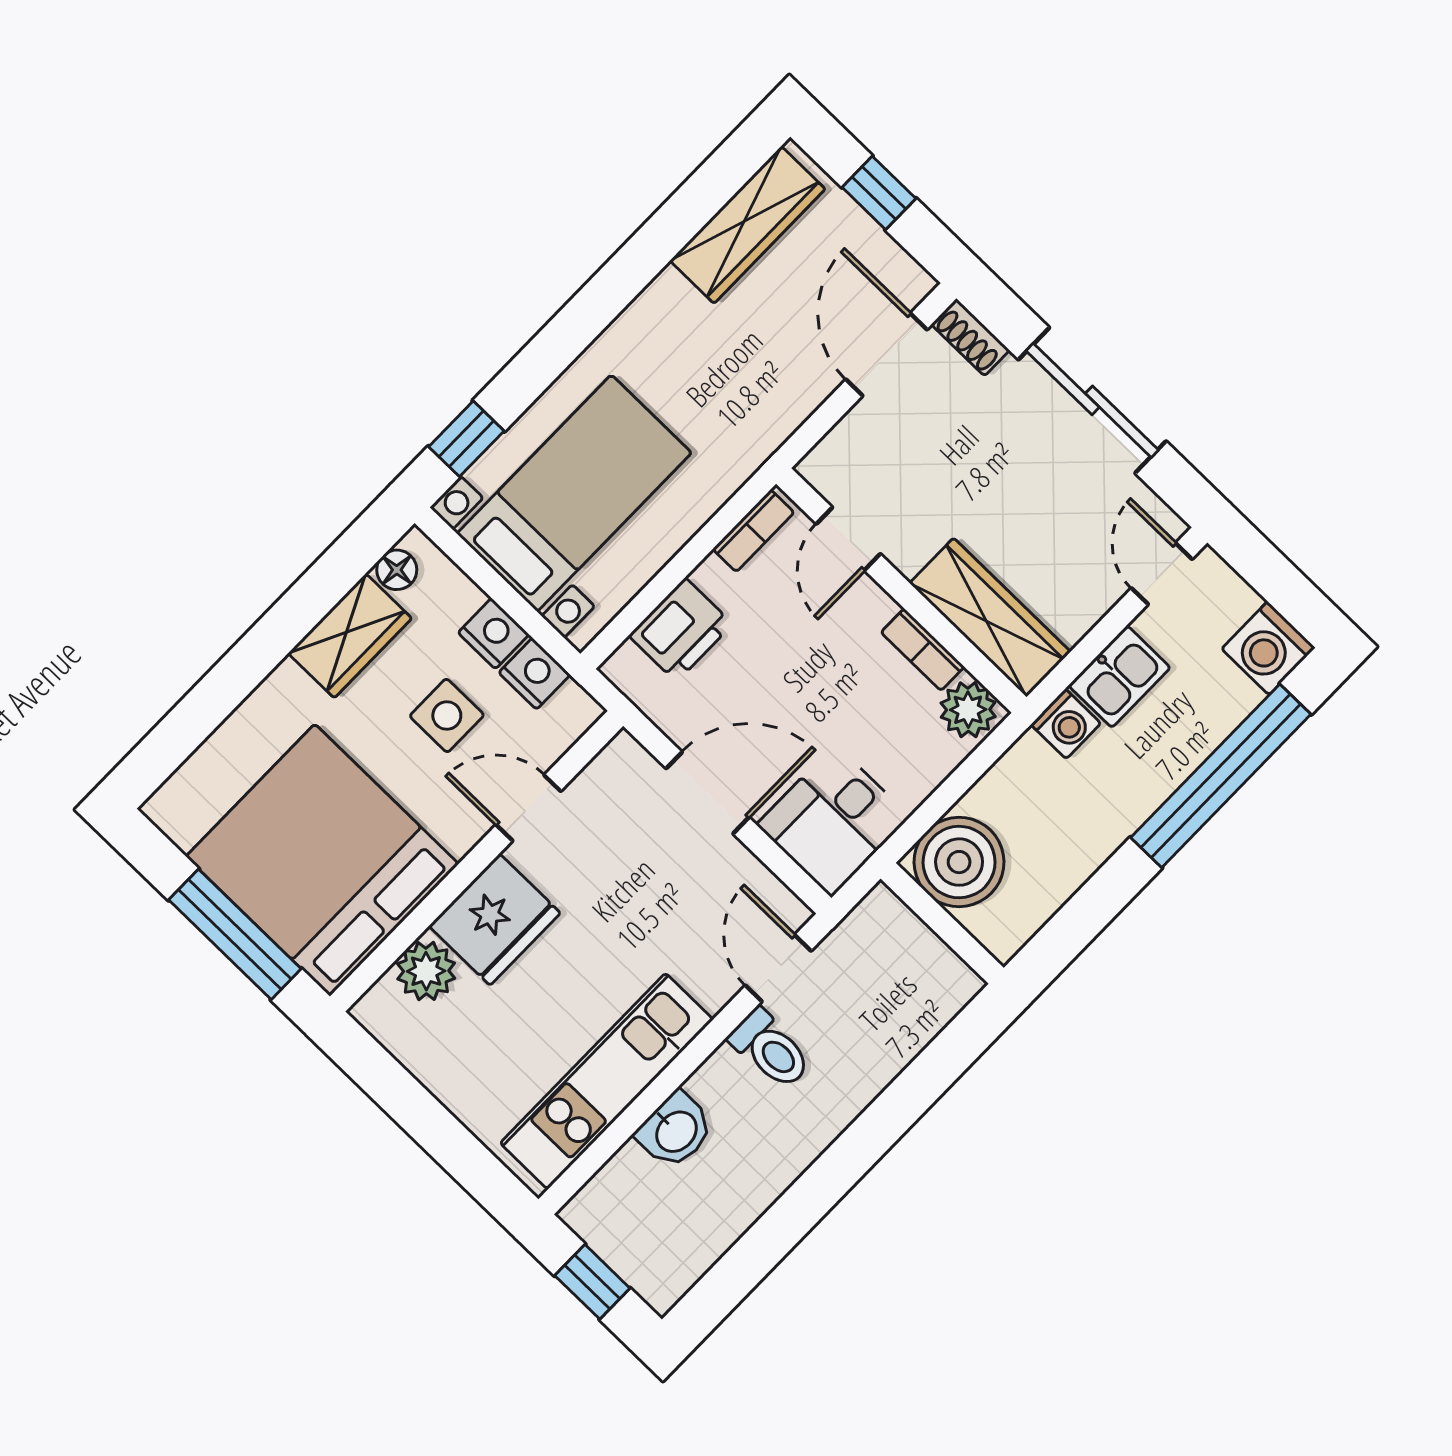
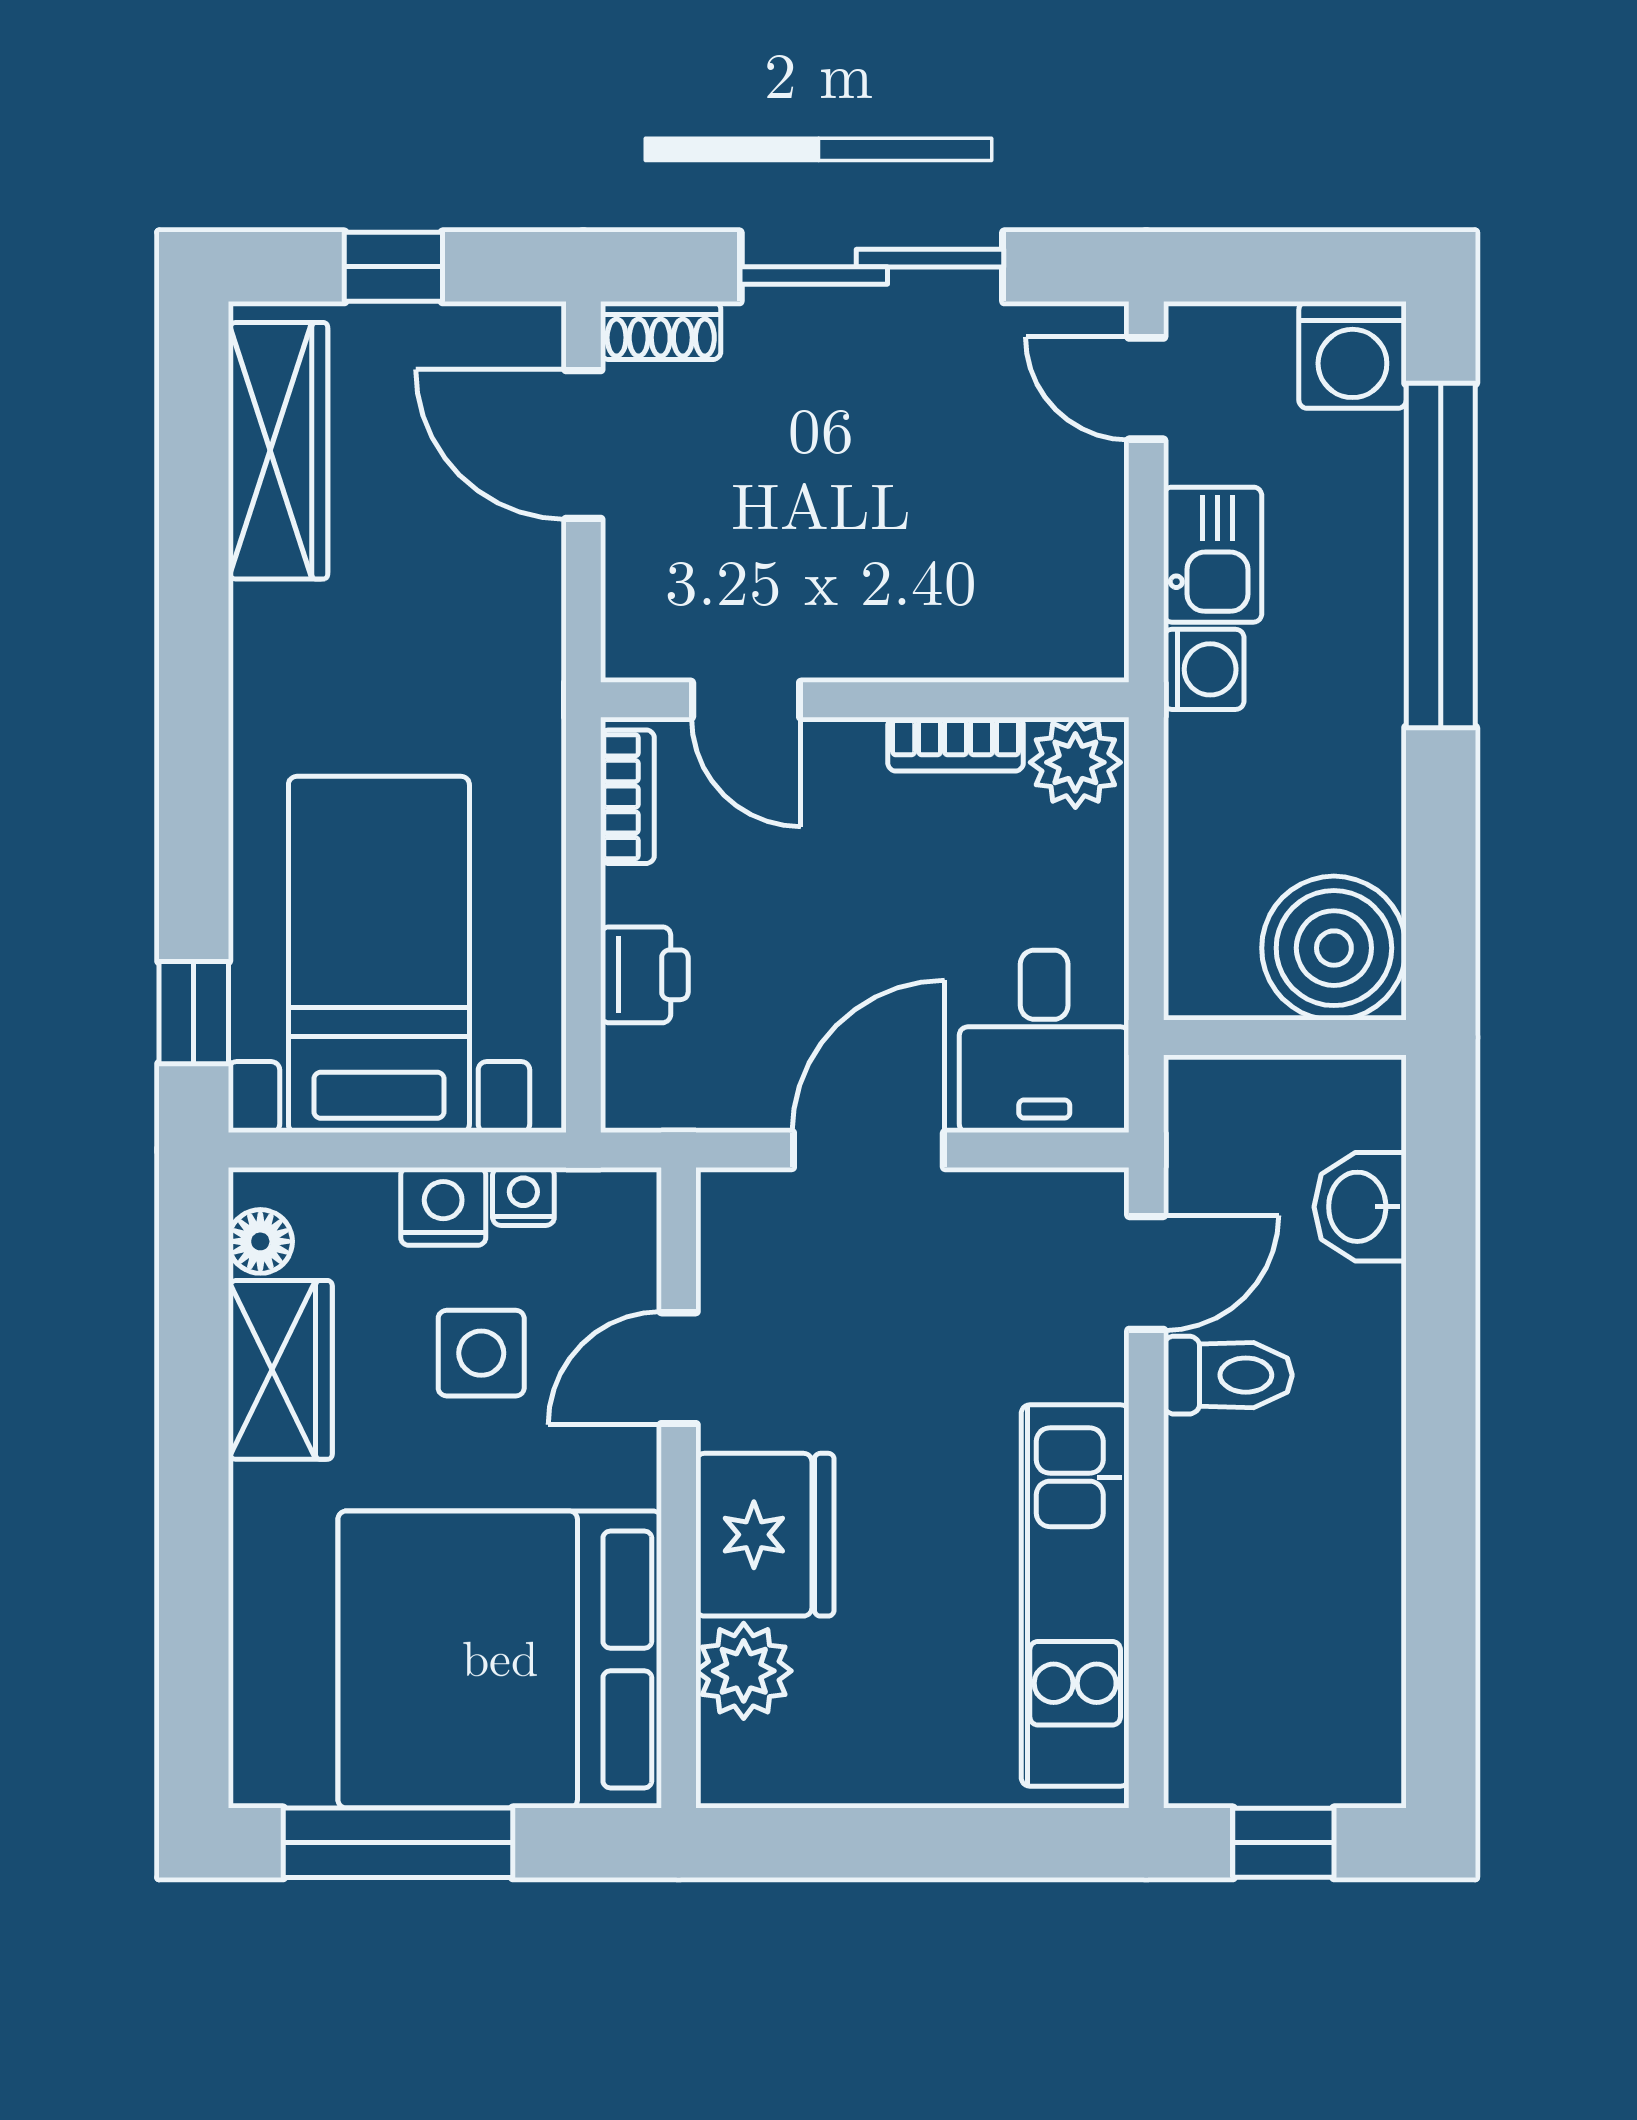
wardrobe: (990, 618) -> (997, 632), removed
printer: (681, 630) -> (644, 975), width x0.73, depth x0.81
nightstand: (535, 674) -> (523, 1196), width x0.72, depth x0.74
boiler: (959, 862) -> (1334, 948), moved
window: (235, 934) -> (398, 1843), moved
door: (778, 968) -> (1146, 1273), swing flipped
washbasin: (675, 1130) -> (1360, 1207), moved, turned 180

